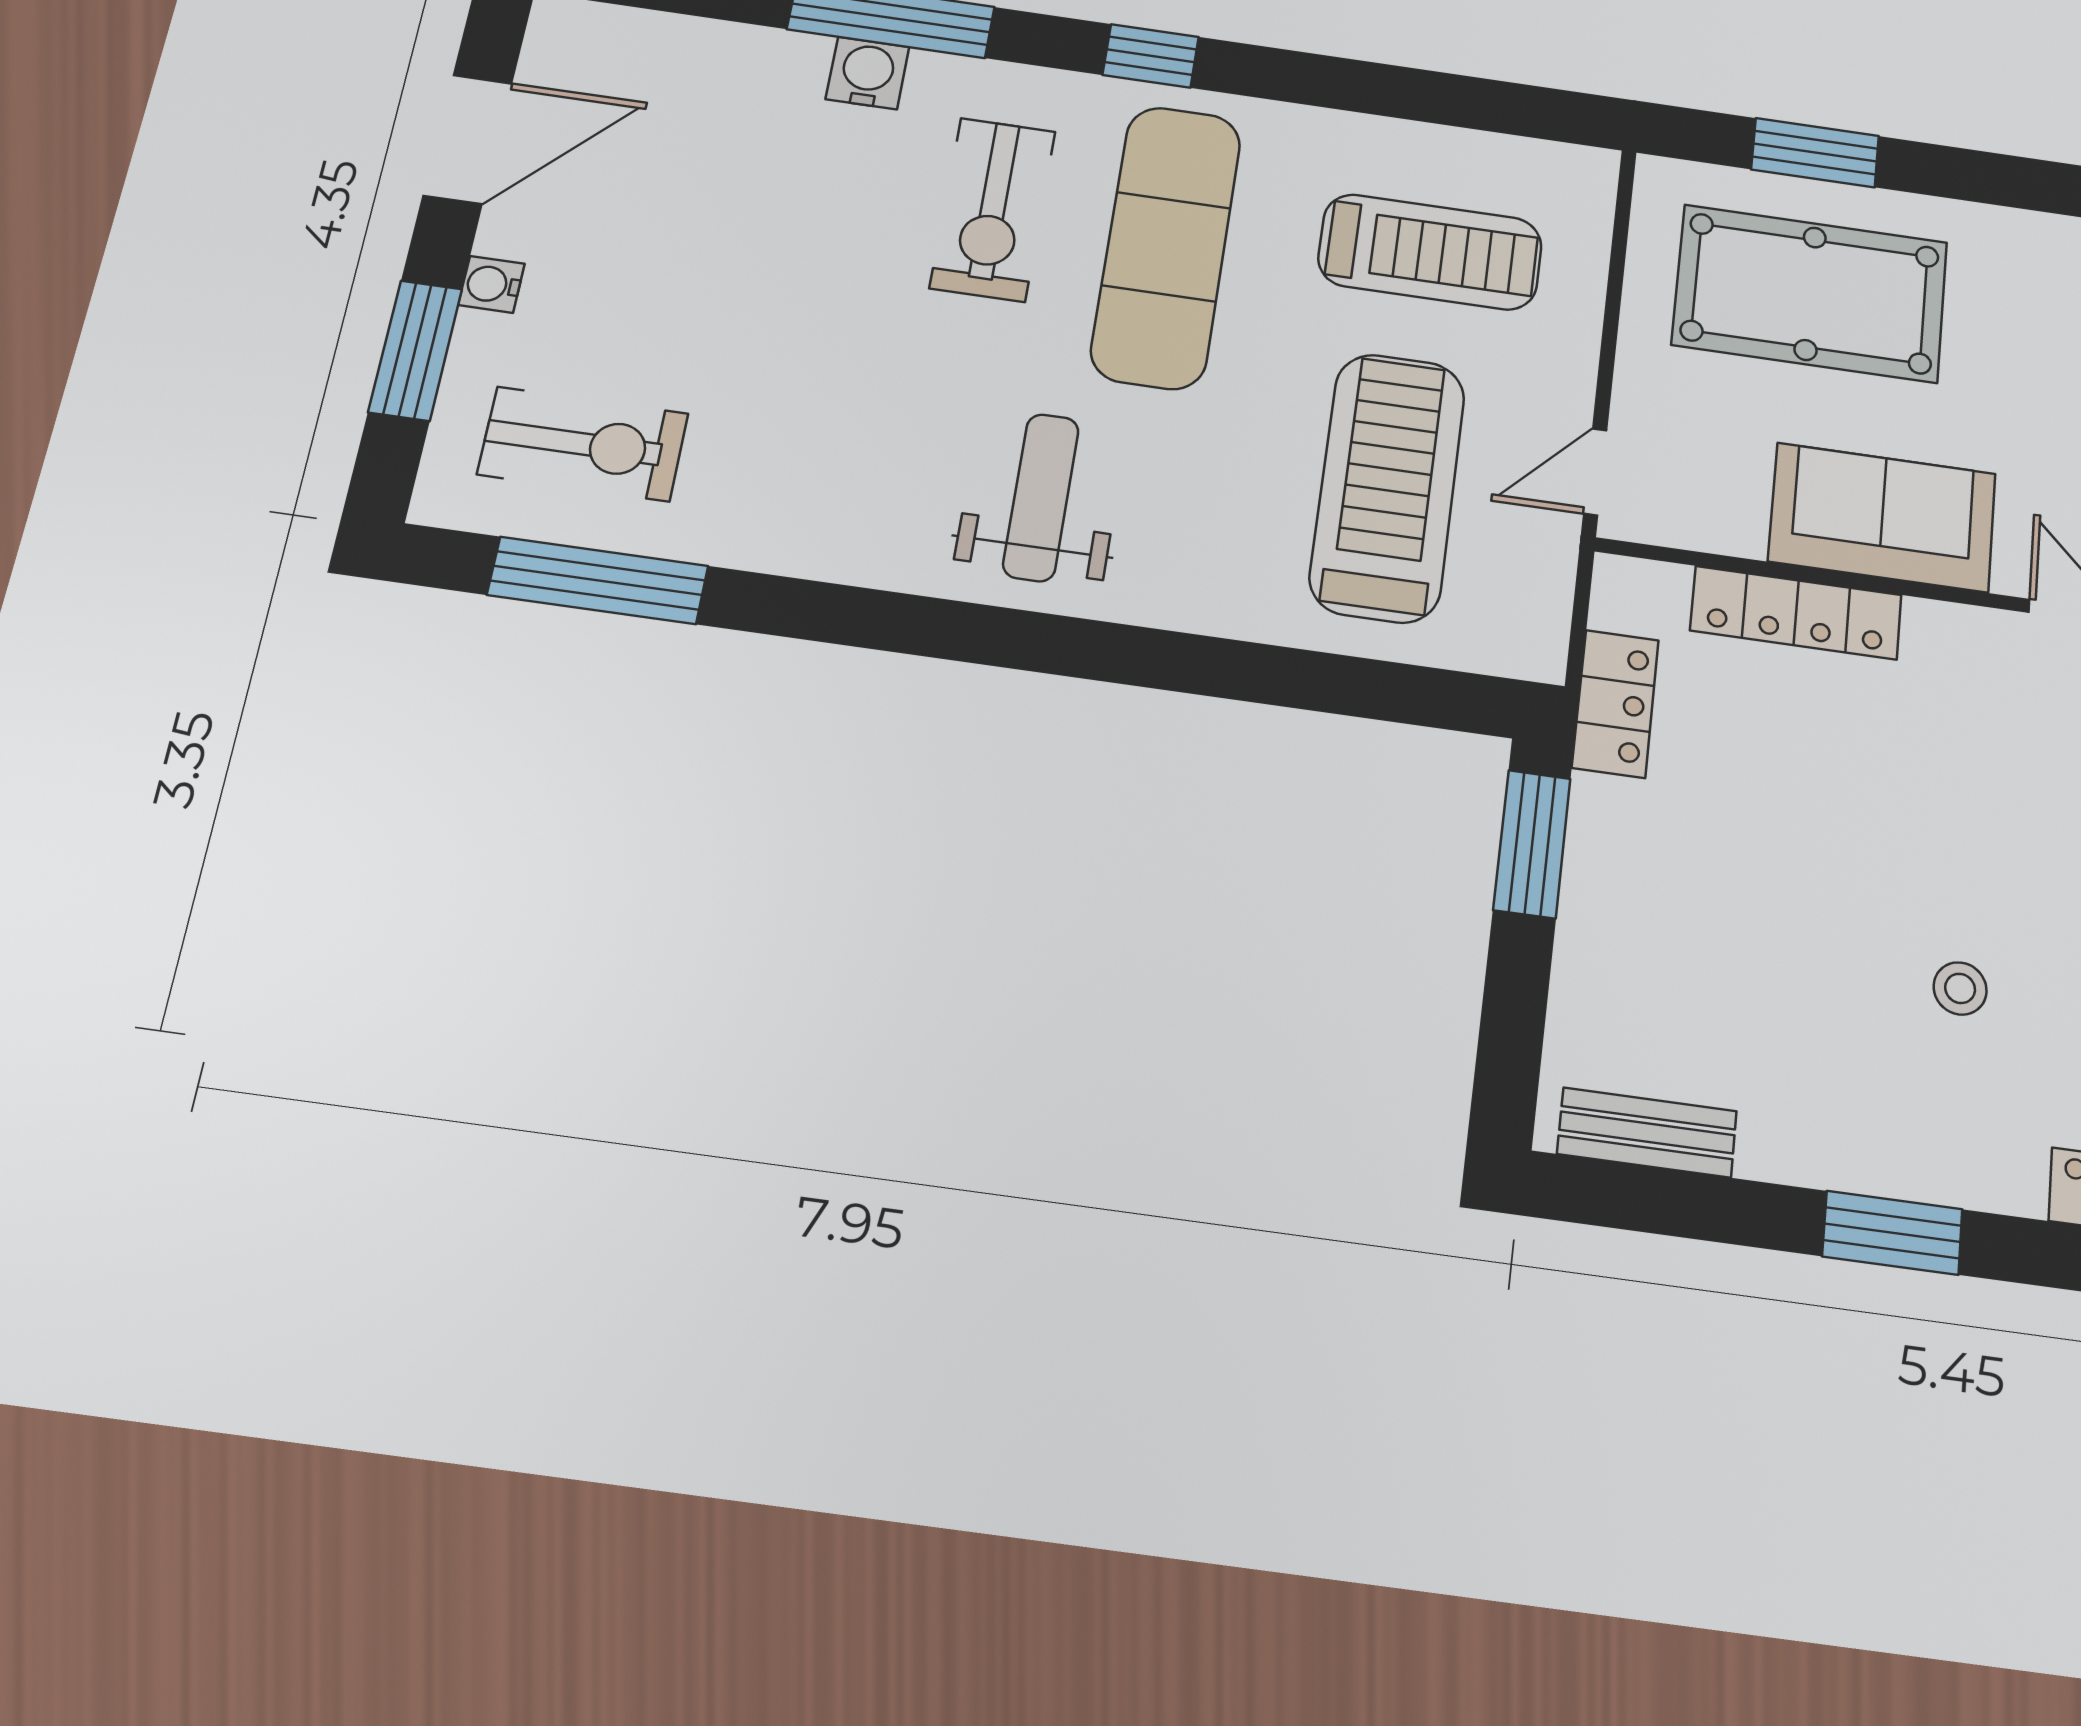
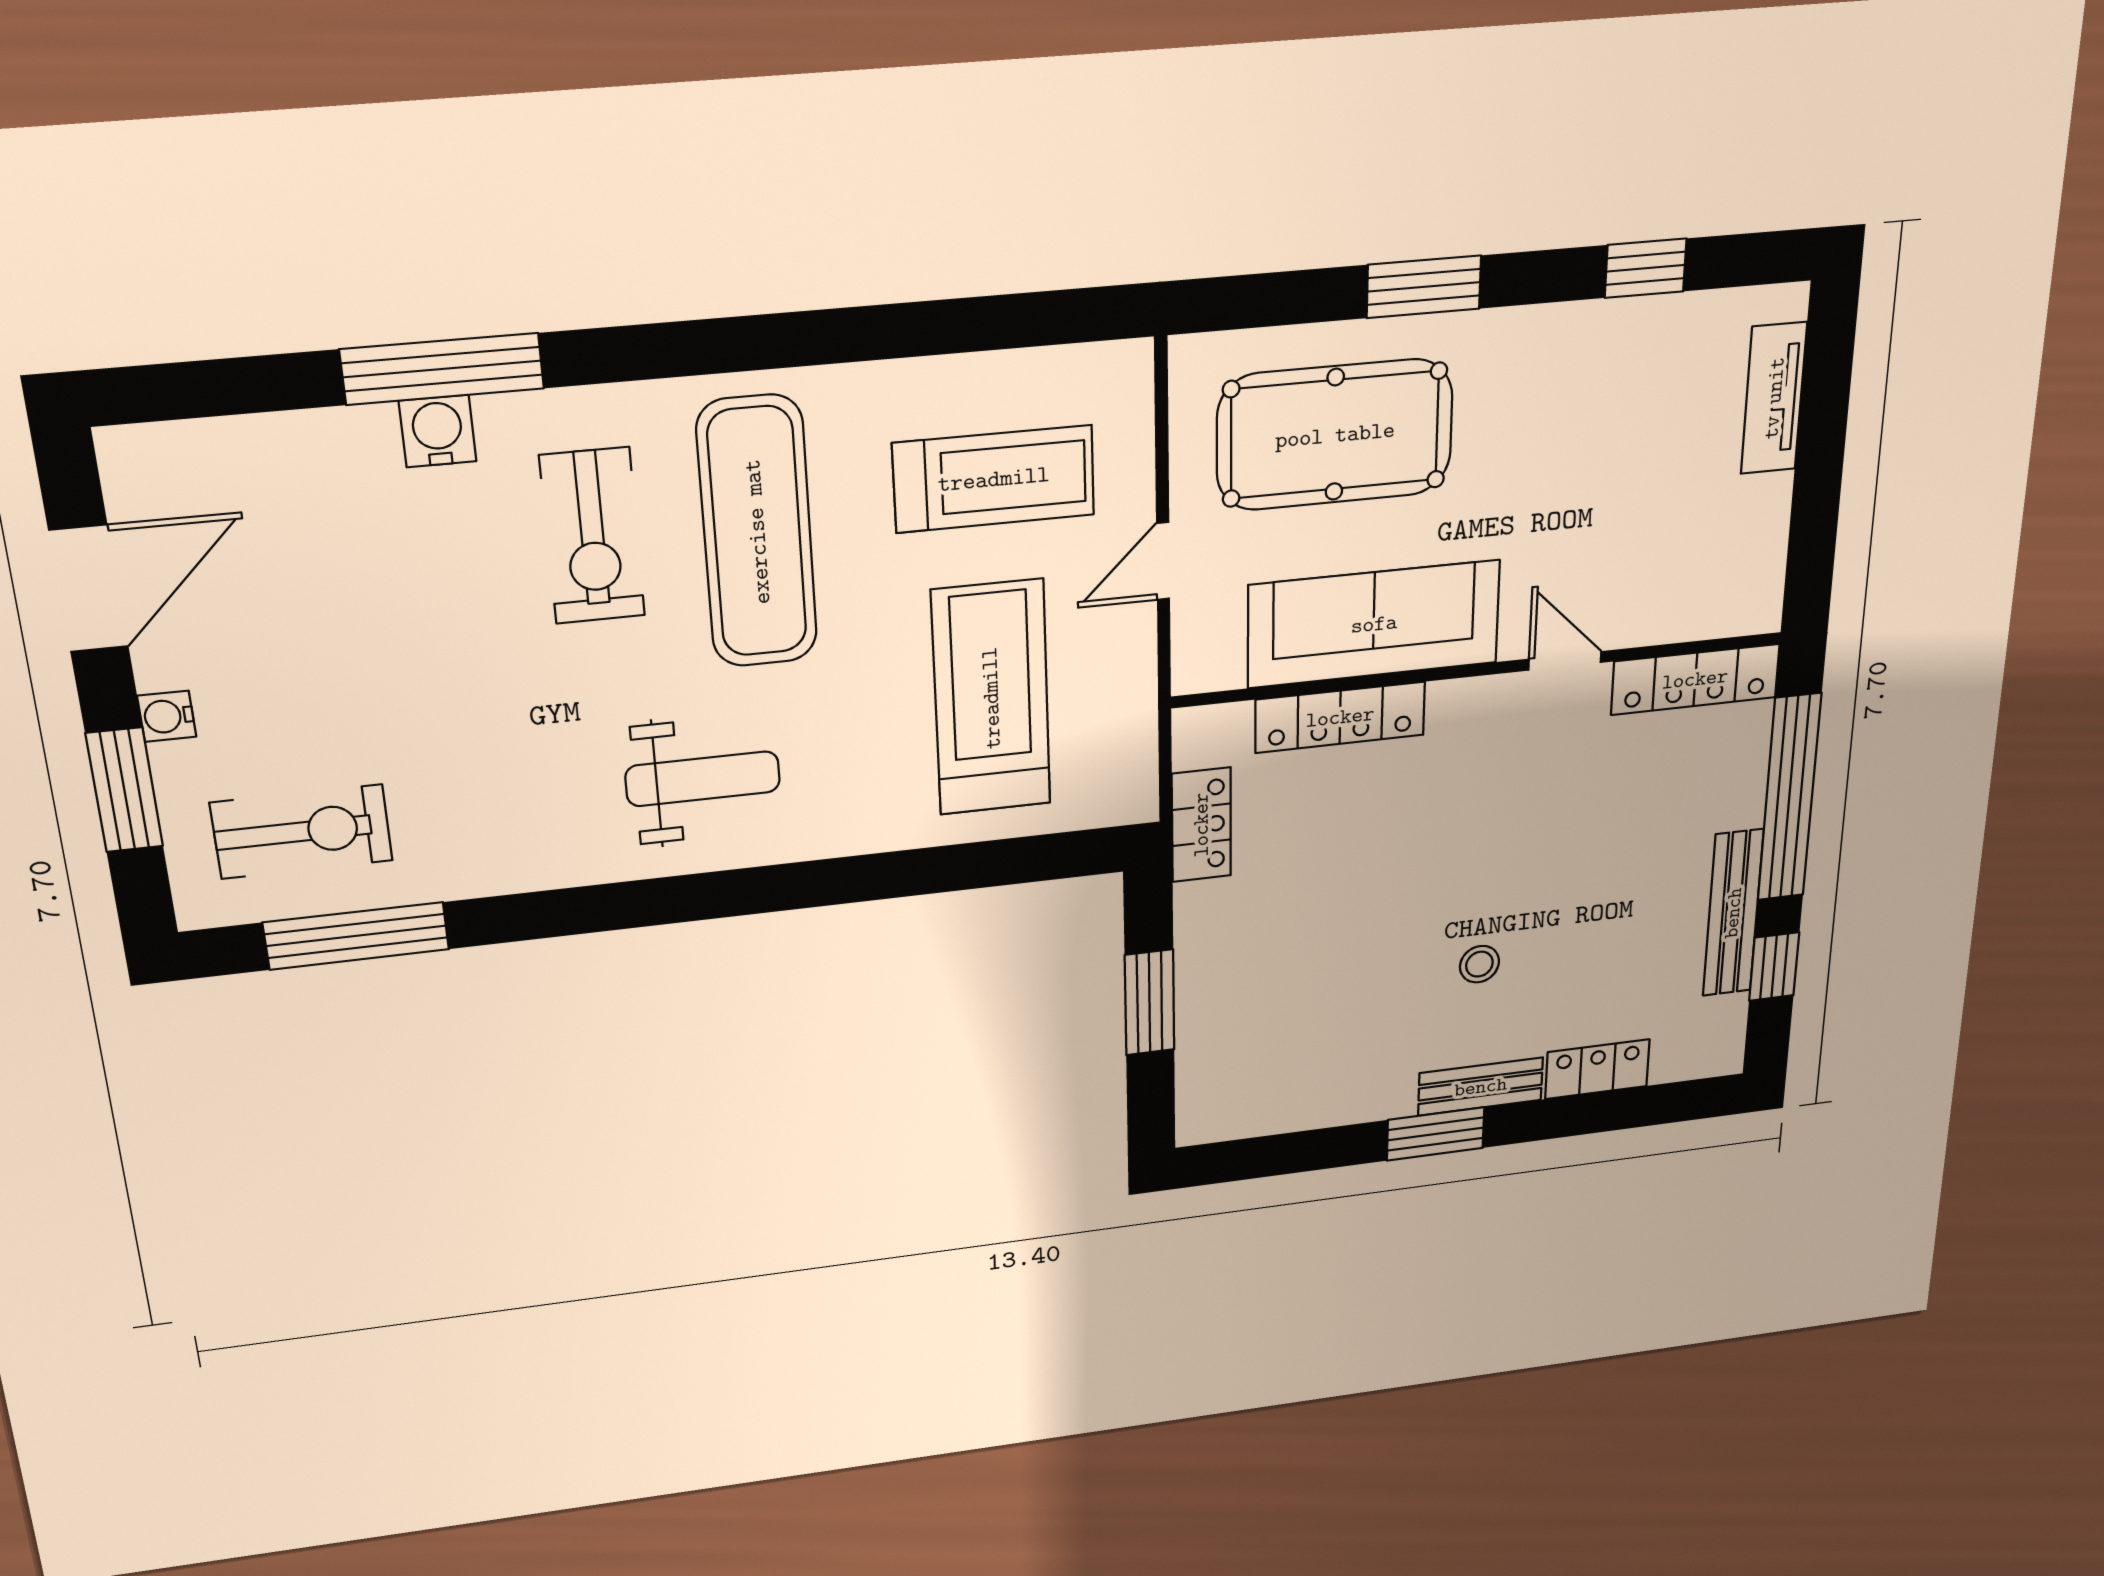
window: (1151, 56) -> (699, 347), removed
window: (1815, 153) -> (1424, 287), moved
door: (1595, 472) -> (1163, 561), moved
weight bench: (1041, 497) -> (703, 779), turned 90
sofa: (1882, 517) -> (1374, 624), width x1.36
window: (1532, 844) -> (1150, 1003), moved
bench: (1647, 1132) -> (1481, 1087), moved

